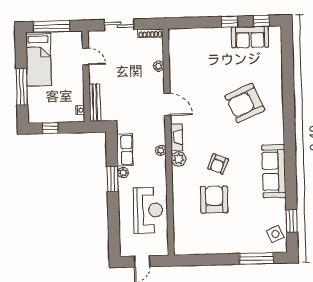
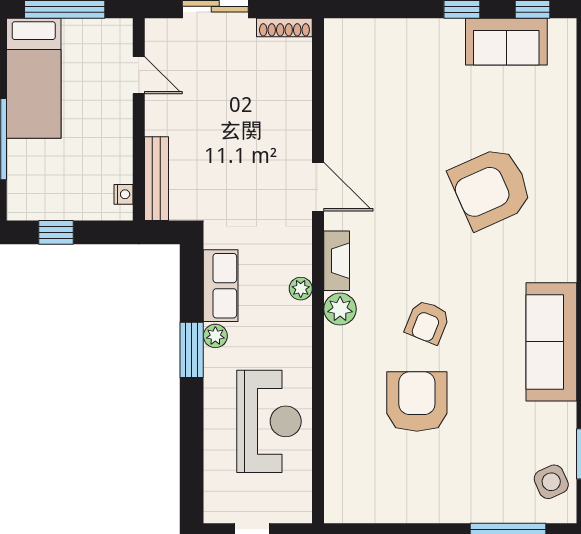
plant: (159, 66) -> (301, 101), removed

